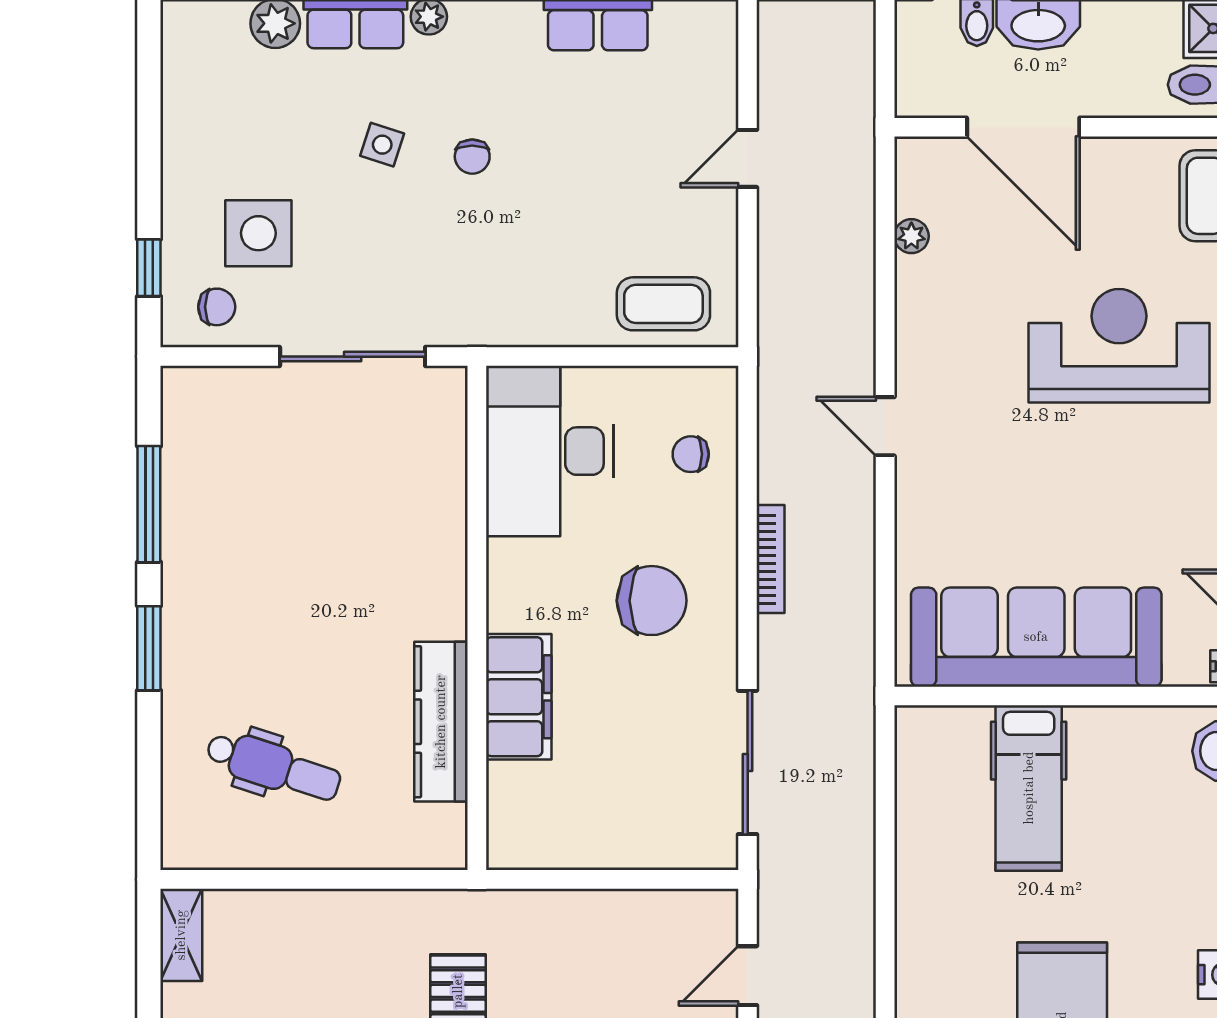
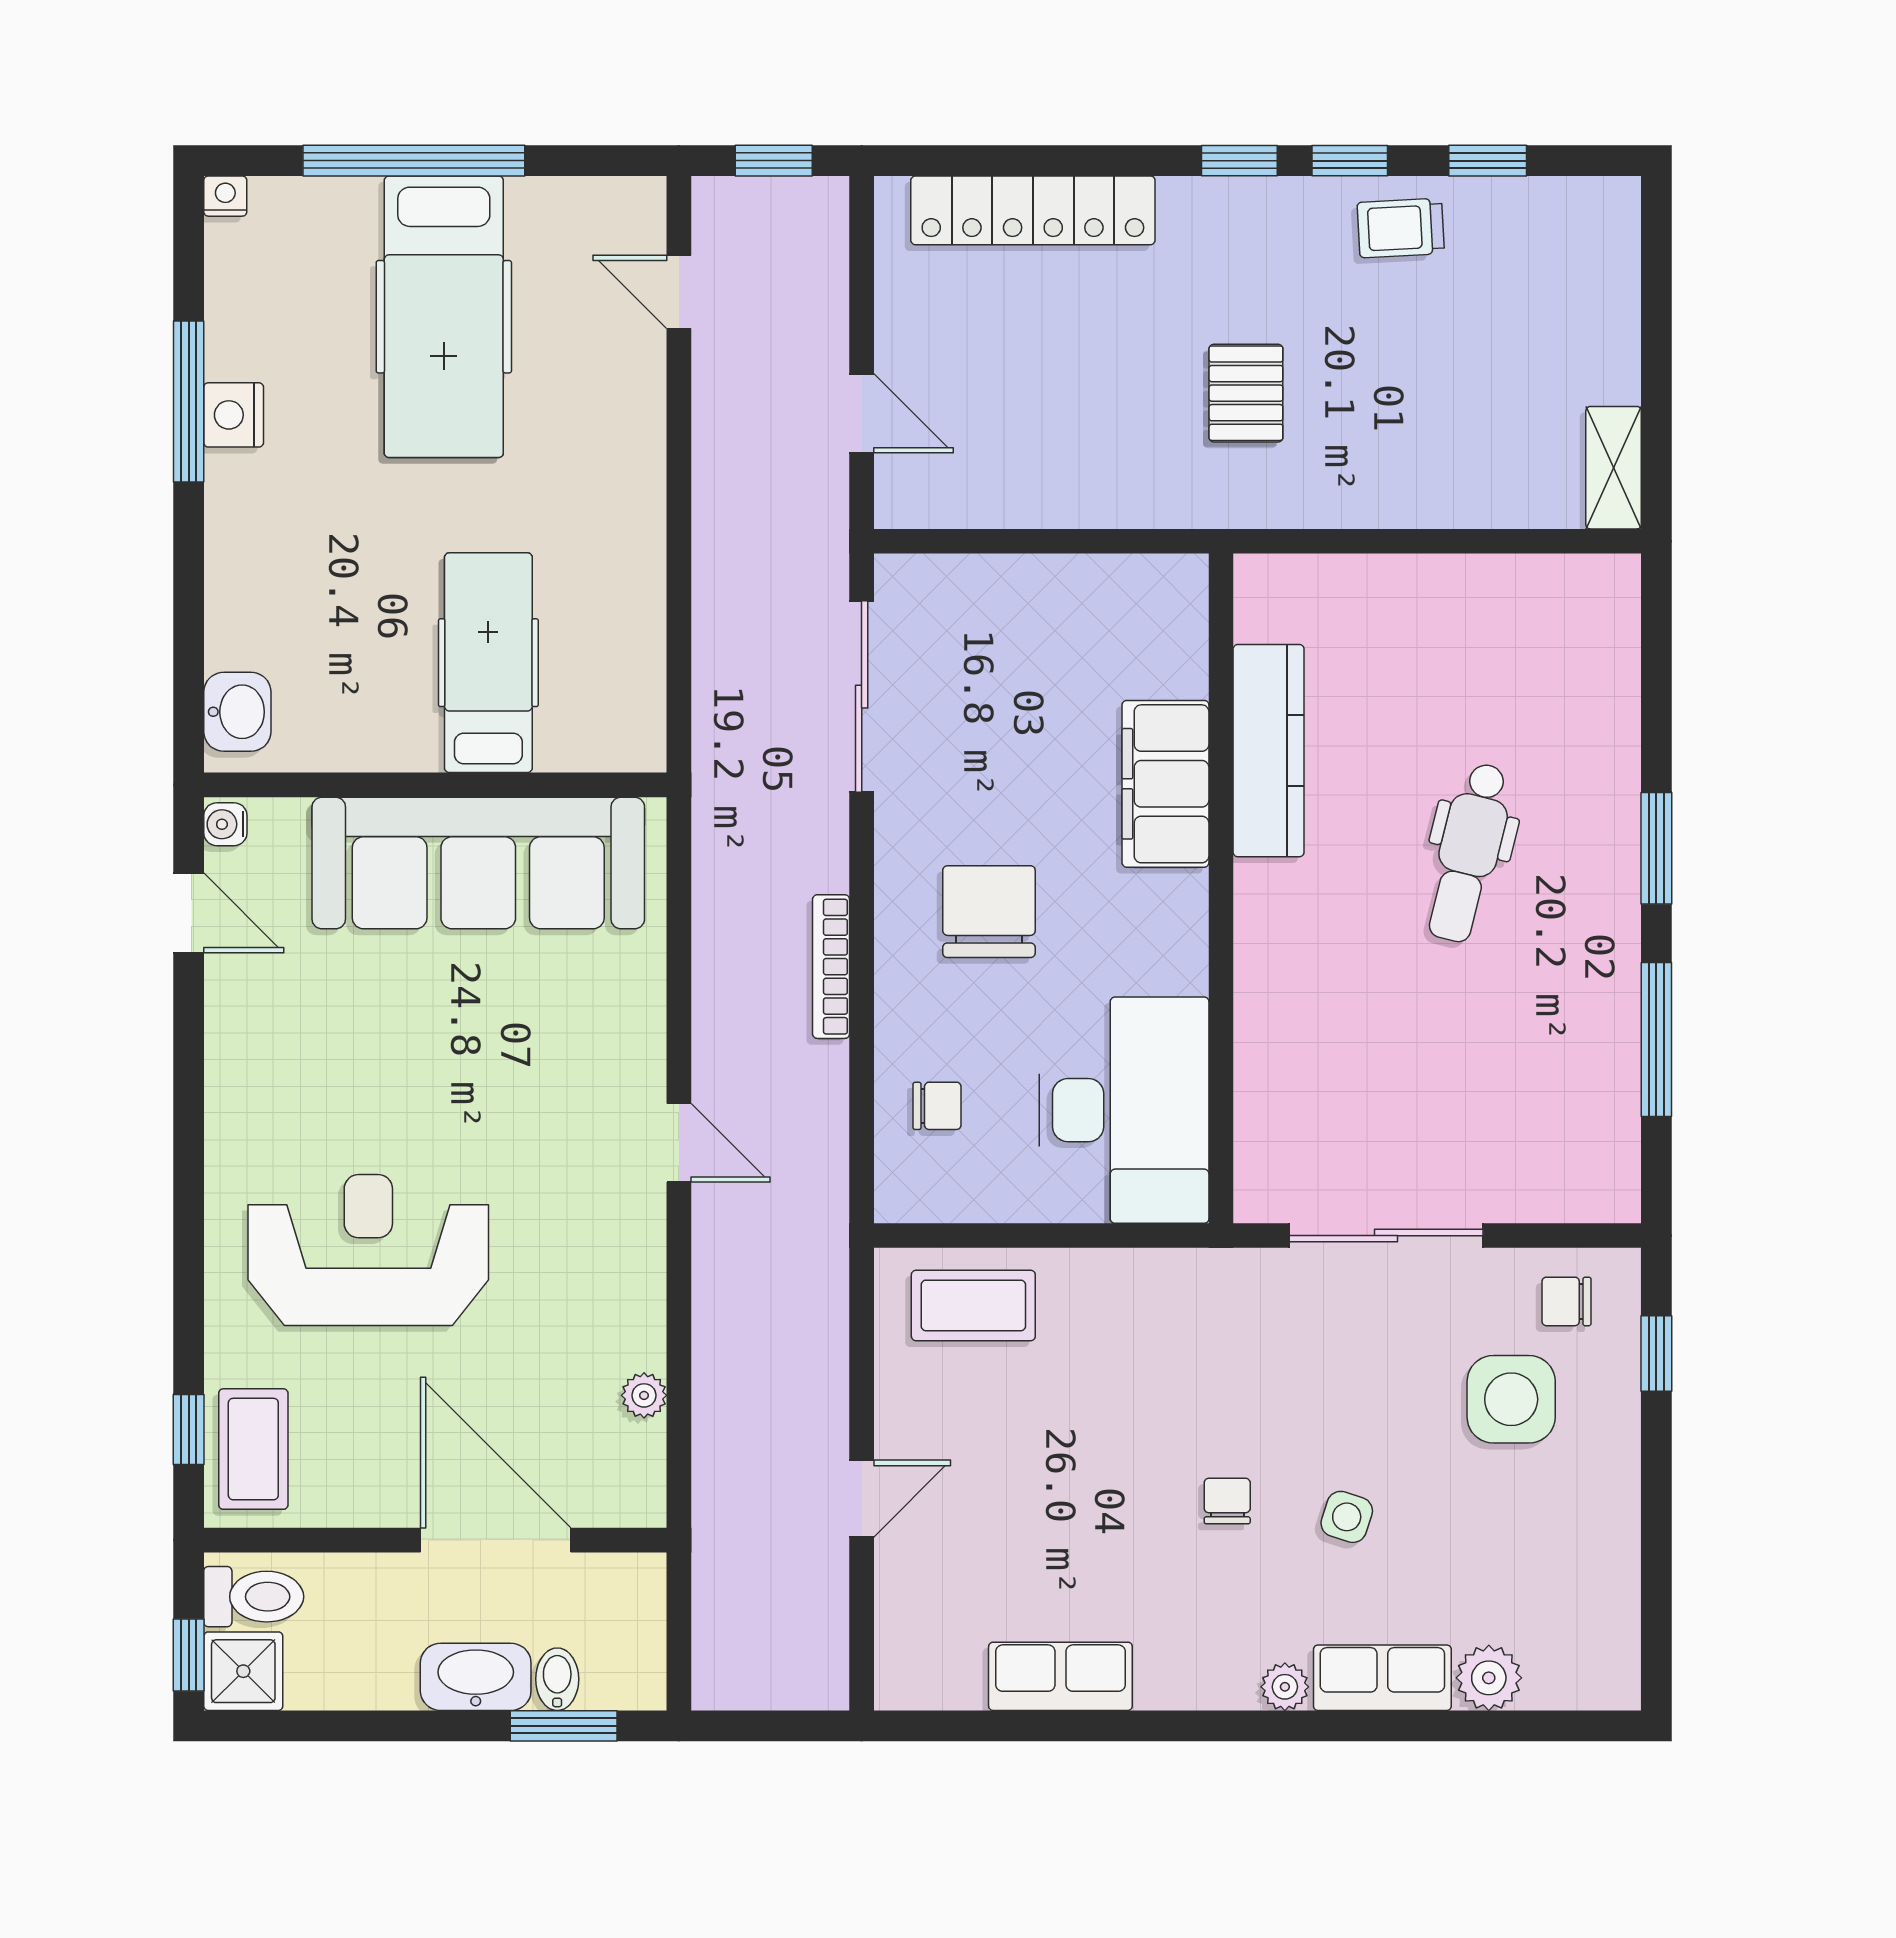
reception desk: (1119, 346) -> (368, 1250), turned 180
chair: (652, 601) -> (989, 912), turned 90
dental chair: (273, 766) -> (1469, 853), moved, turned -94
door: (748, 976) -> (862, 413), hinge flipped

